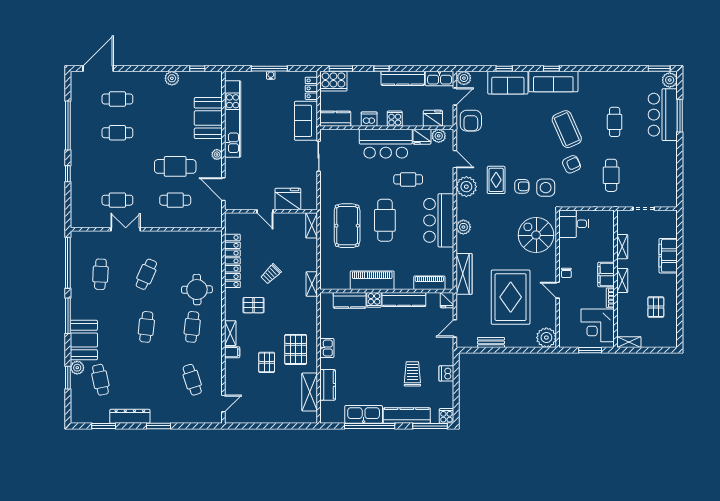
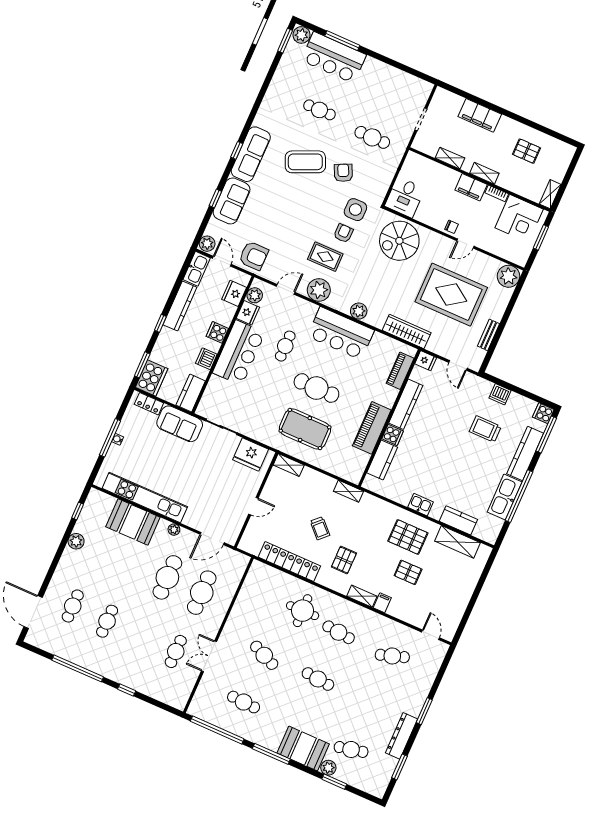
fridge: (288, 199) -> (251, 454), moved, turned -90
cafe table: (175, 200) -> (202, 593), width x1.37, depth x1.35

